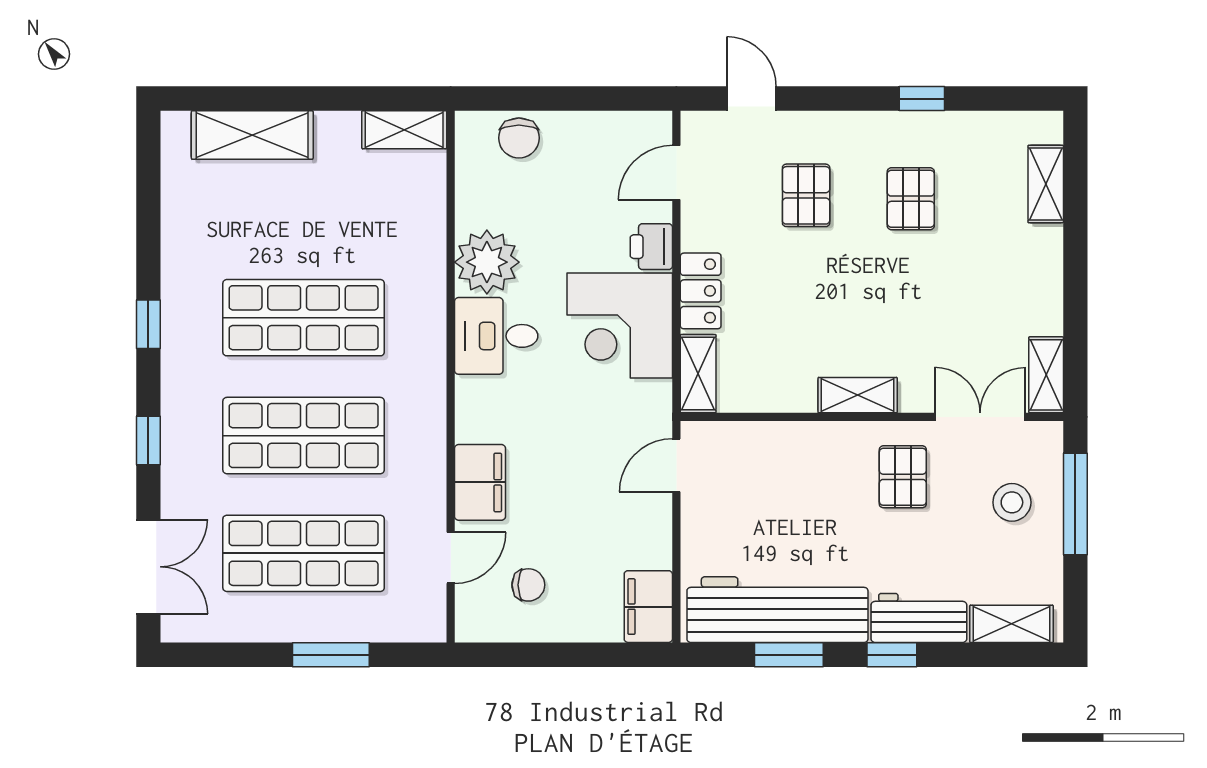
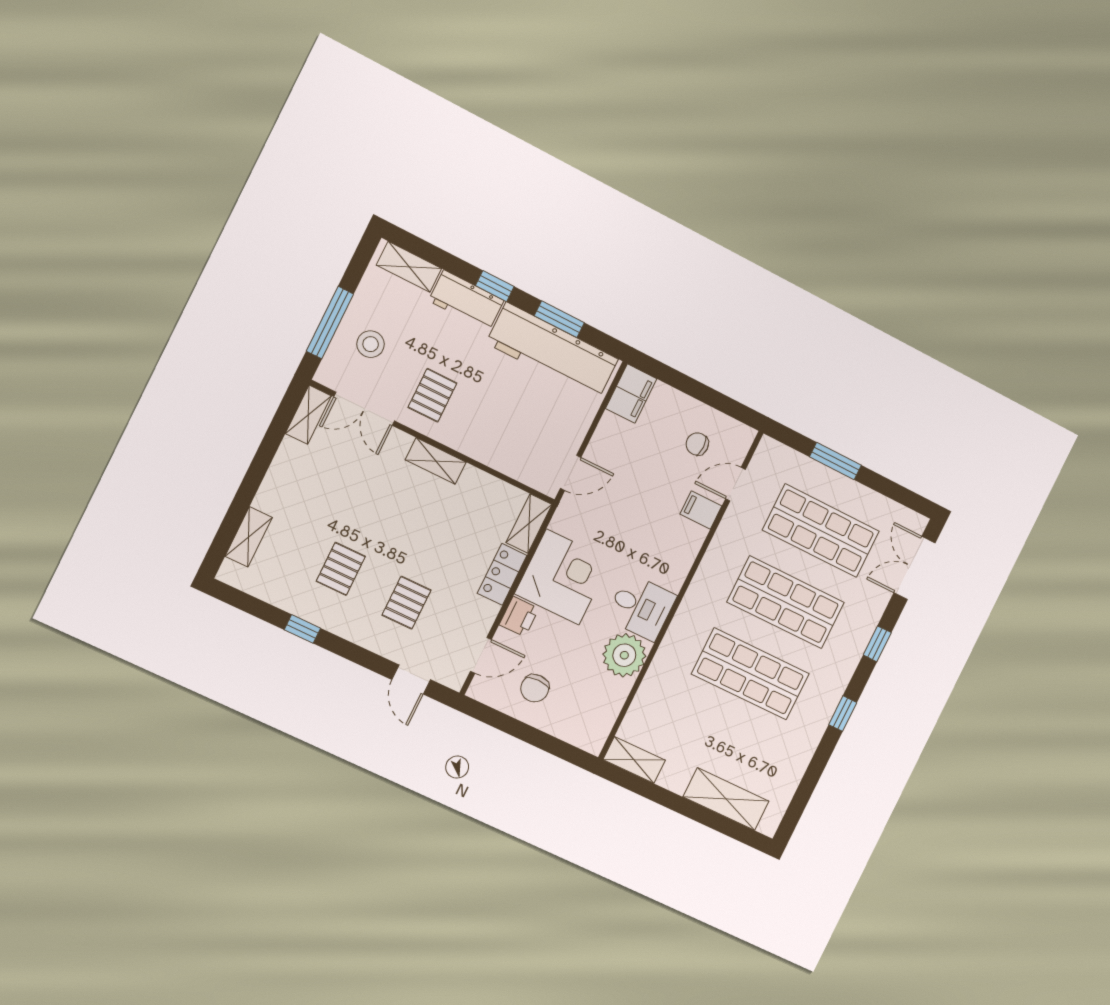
chair: (519, 138) -> (535, 688), moved, turned 180
filing cabinet: (480, 482) -> (701, 510), width x0.50

